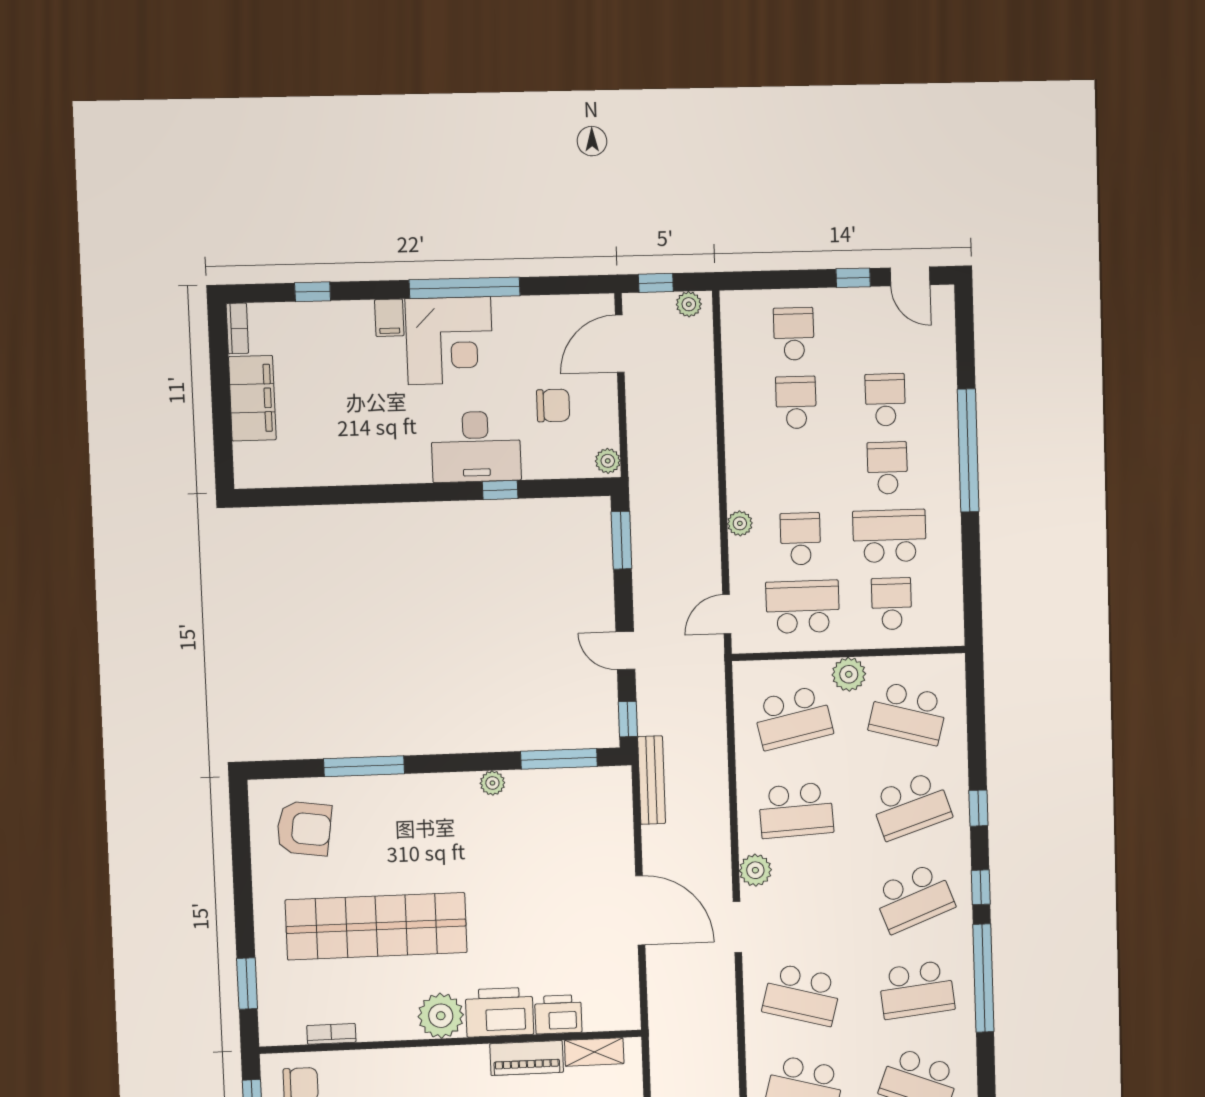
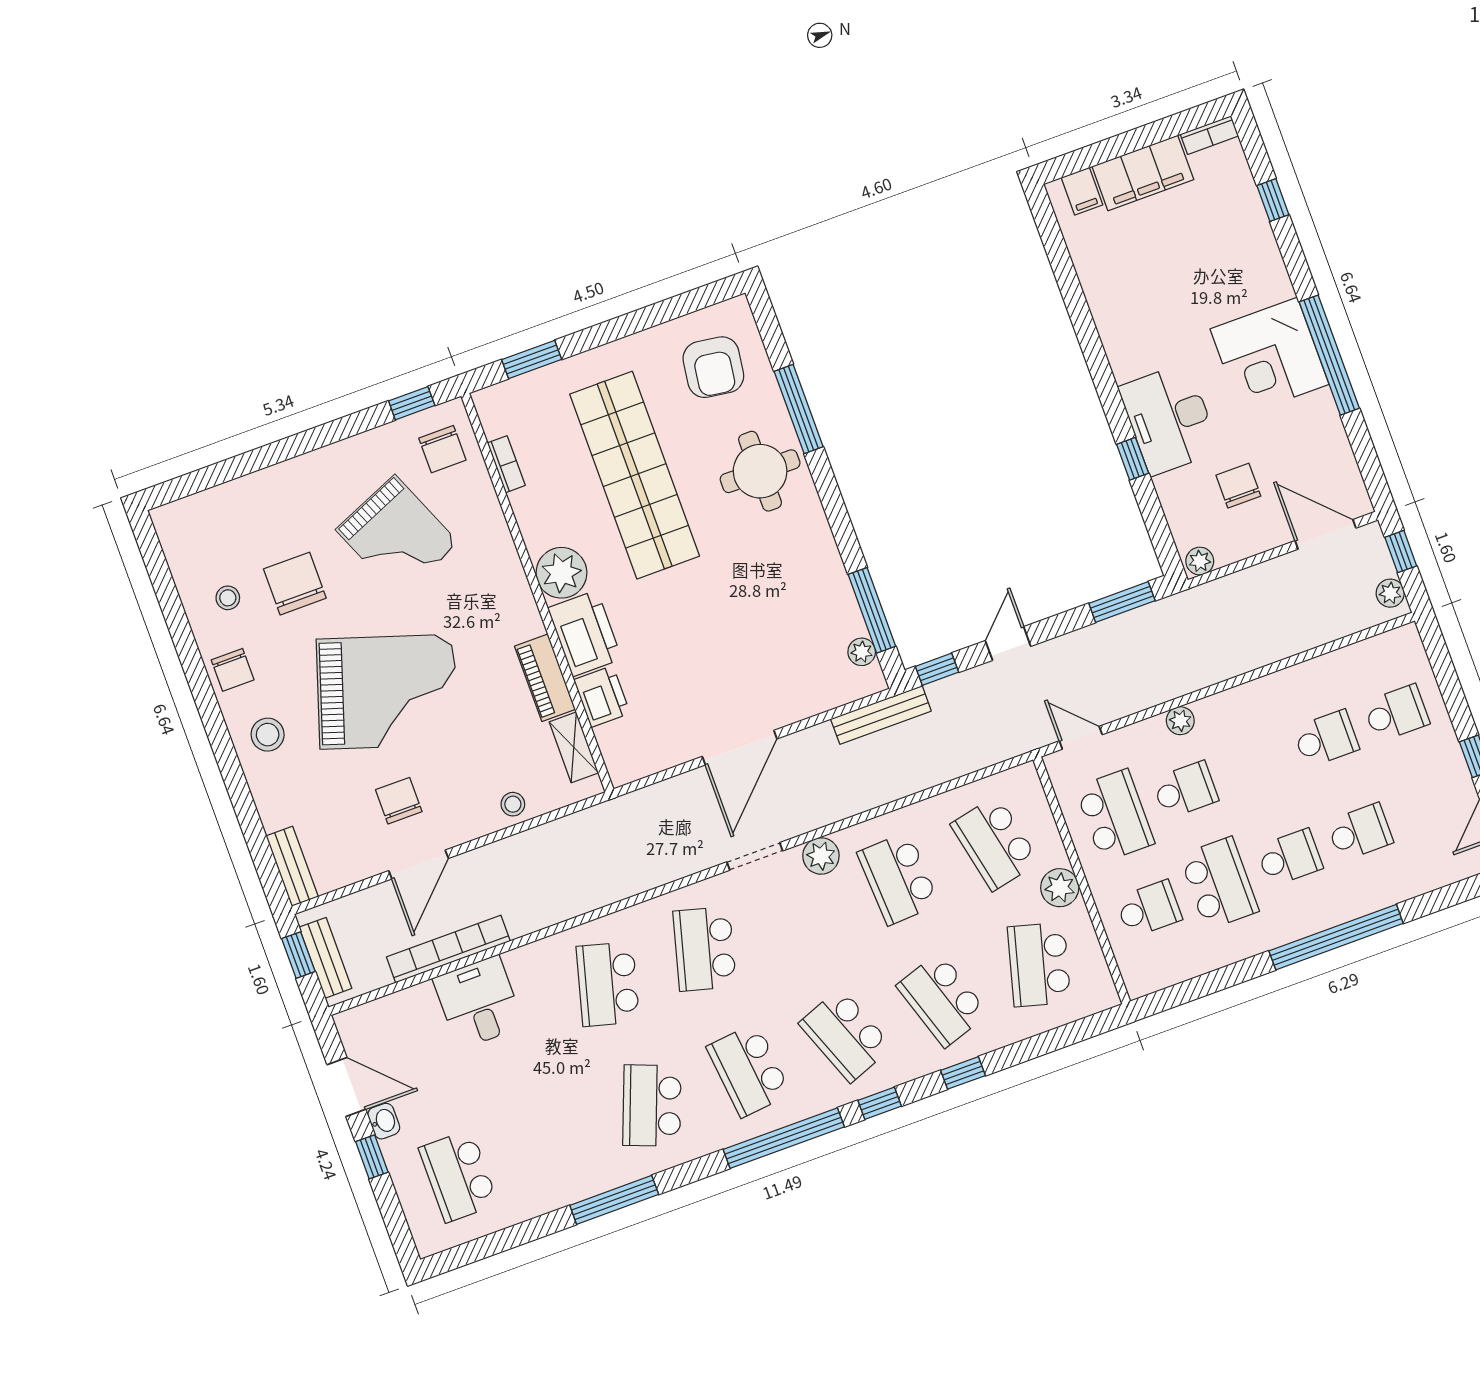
filing cabinet: (389, 318) -> (1082, 191), moved, turned -90
chair: (553, 405) -> (1238, 486), turned 180
plant: (492, 783) -> (862, 652), moved
round table: (408, 817) -> (760, 471), added

